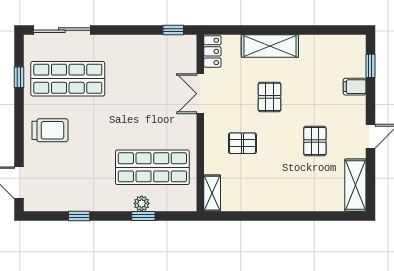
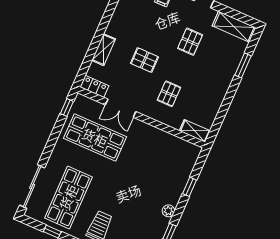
shelving: (270, 46) -> (104, 50), width x0.67, depth x0.75
pallet: (315, 141) -> (190, 42), turned 90
shop shelf: (152, 167) -> (95, 137), moved, turned 90
plant: (142, 203) -> (168, 211), moved
window: (314, 216) -> (243, 65), added

